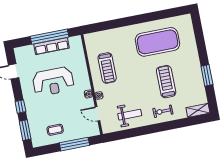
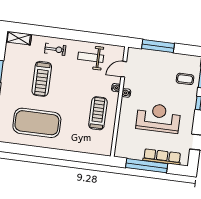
row of seats: (52, 46) -> (162, 157), moved
door: (98, 114) -> (124, 69), swing flipped
coffee table: (55, 130) -> (185, 79), moved

